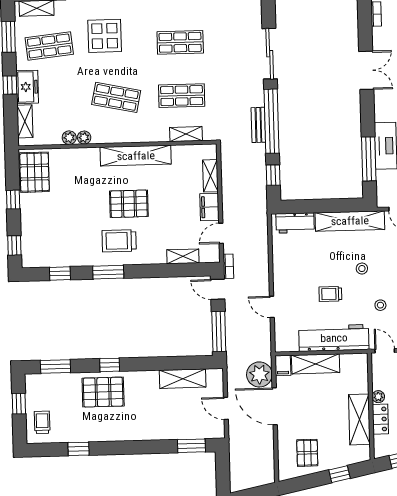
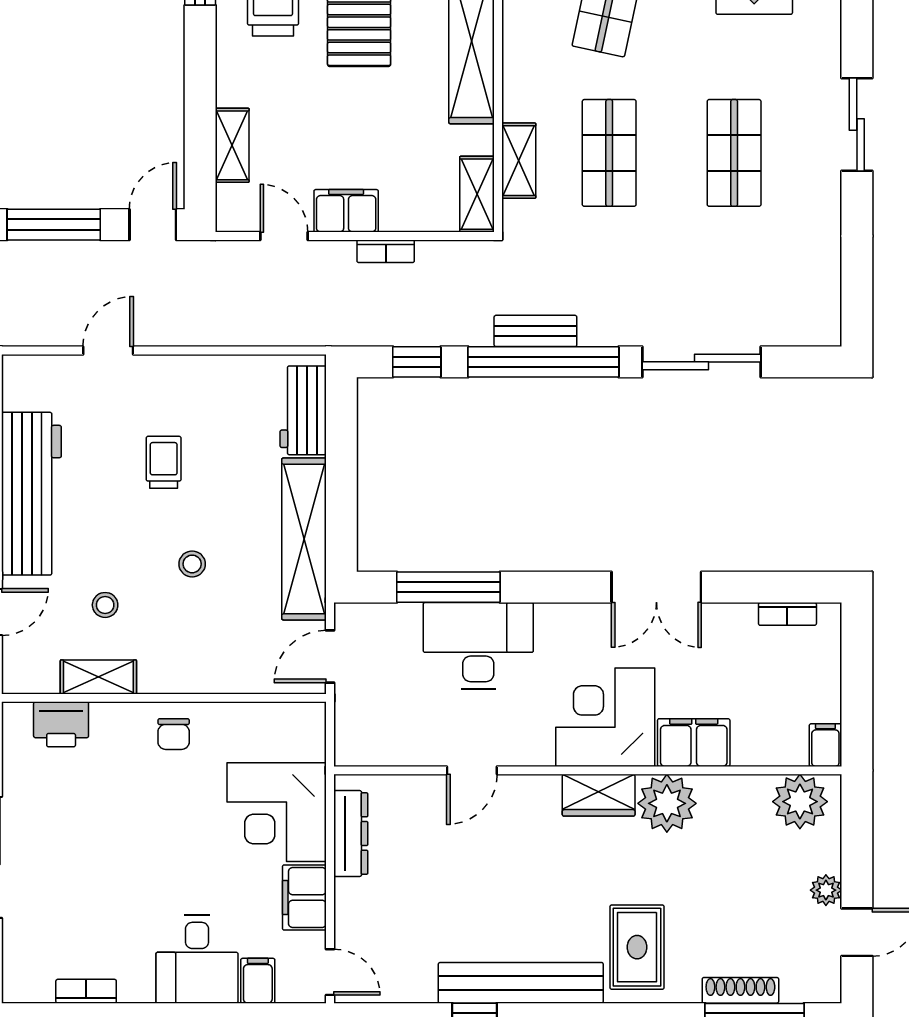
shelving: (210, 176) -> (477, 194), moved, turned 90
bookcase: (228, 266) -> (386, 251), moved
trolley: (330, 294) -> (164, 462), moved

